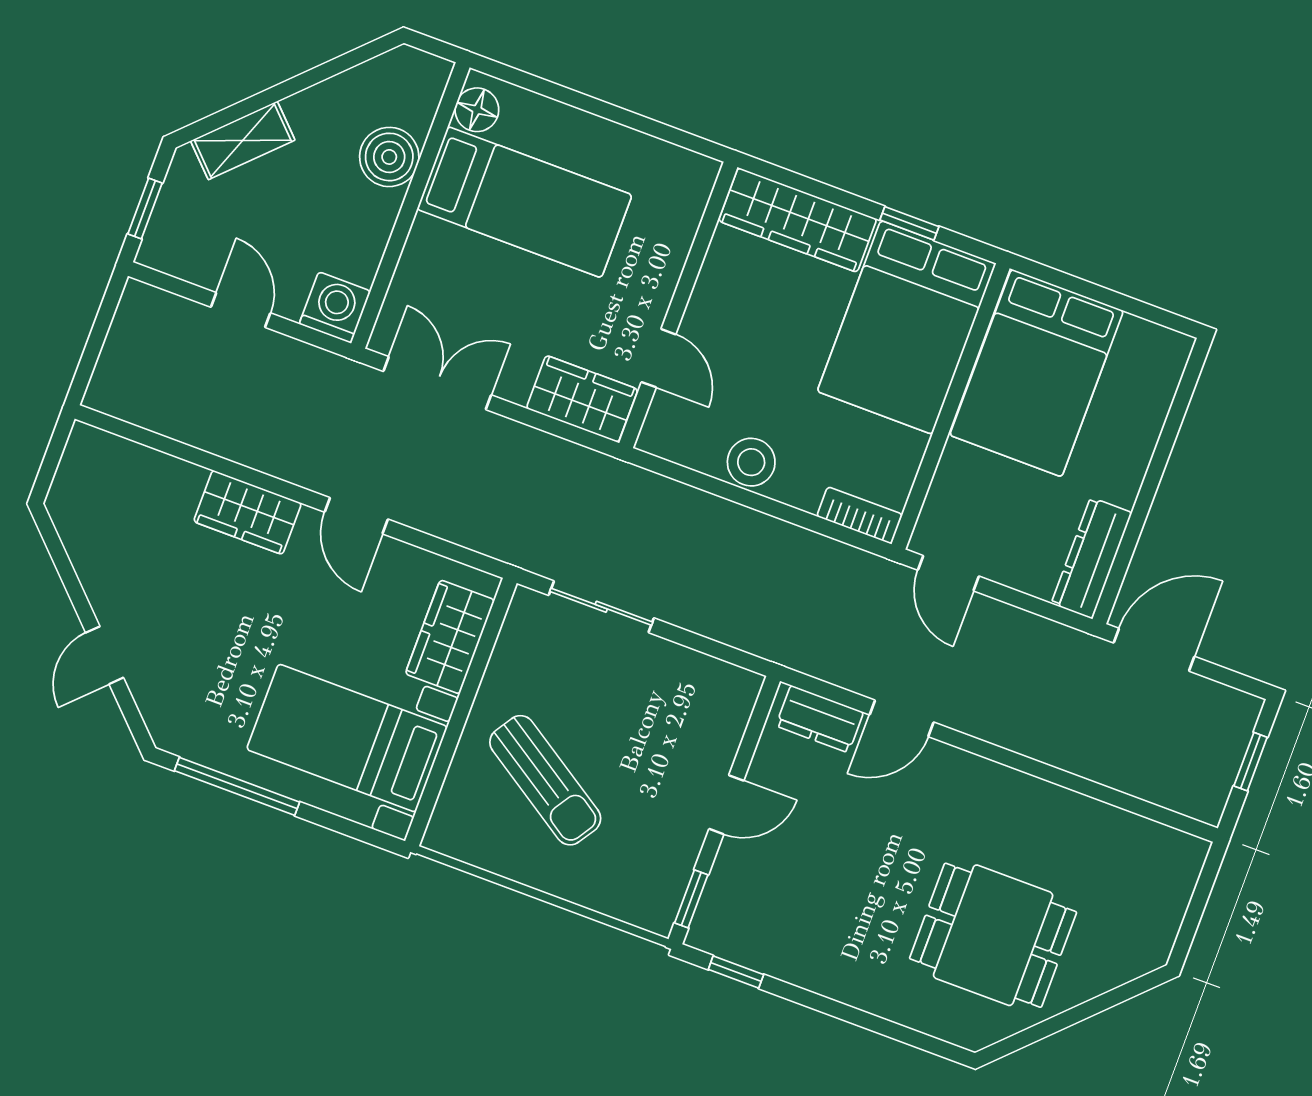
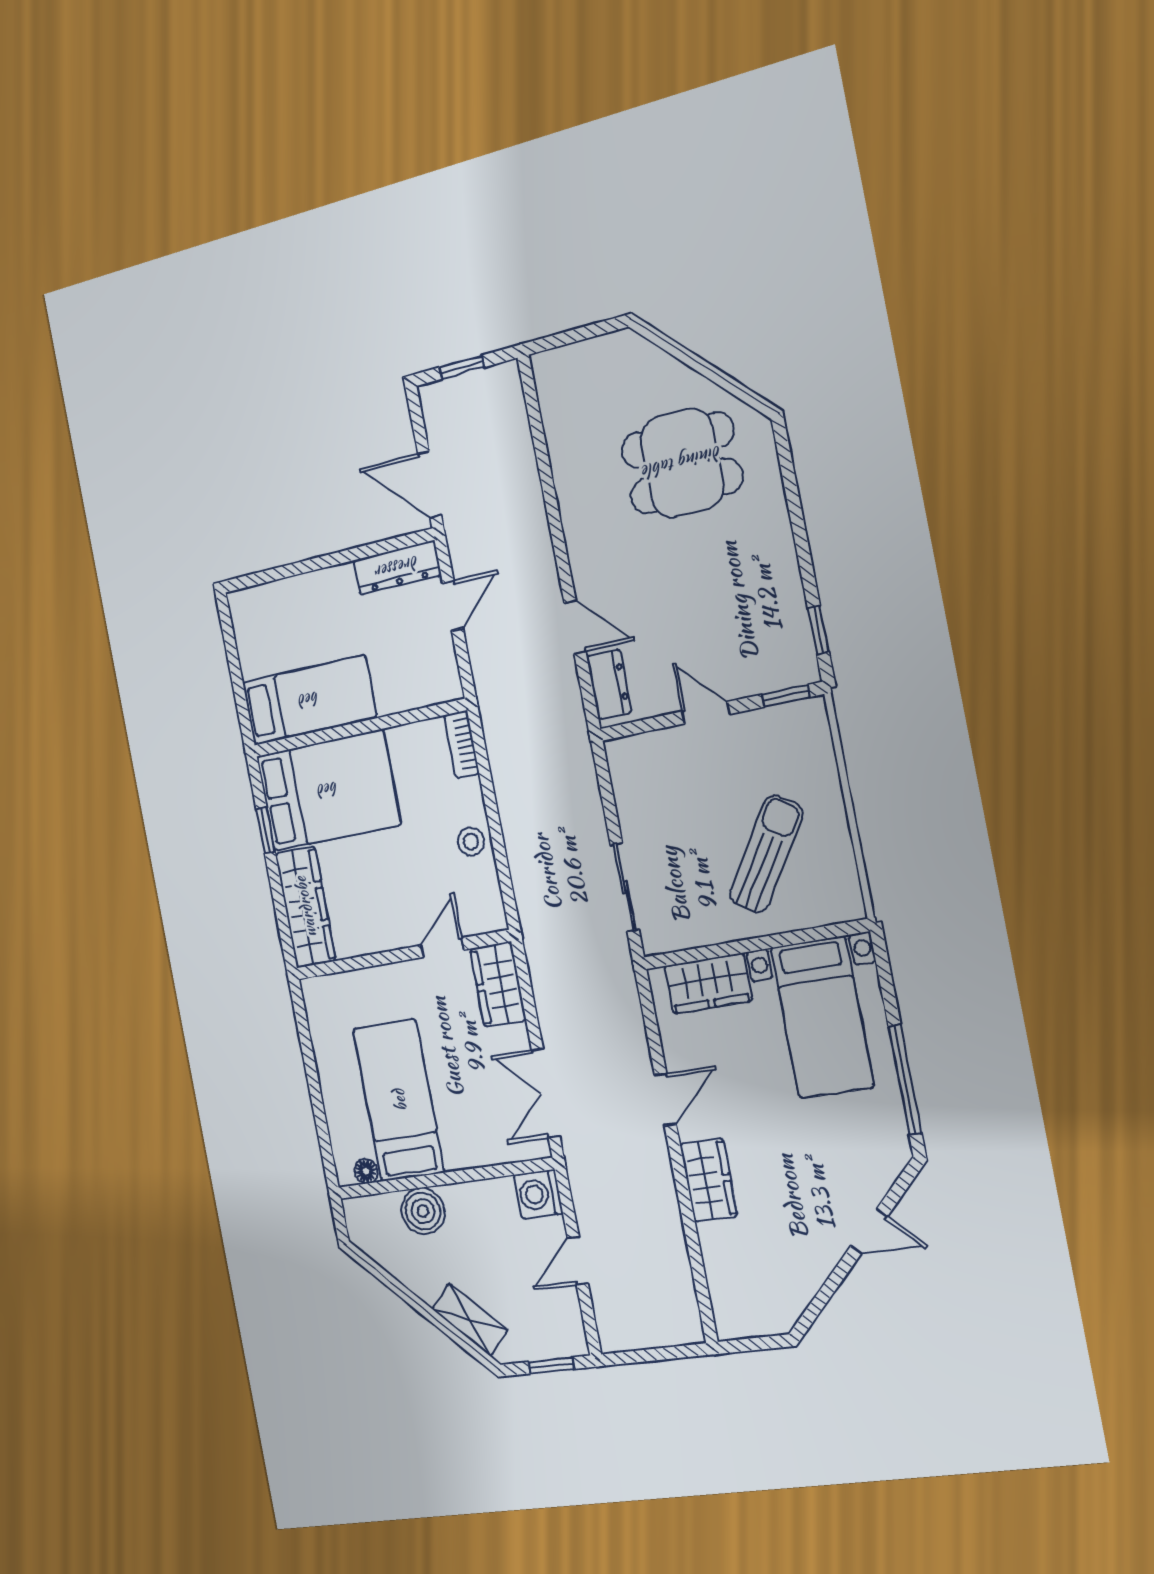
floor lamp: (477, 110) -> (366, 1171), width x0.73, depth x0.73
bed: (1037, 373) -> (309, 700), width x0.67
stool: (751, 462) -> (471, 842), width x0.73, depth x0.73
door: (948, 573) -> (453, 606), moved
dining table: (993, 935) -> (682, 463), turned 90

